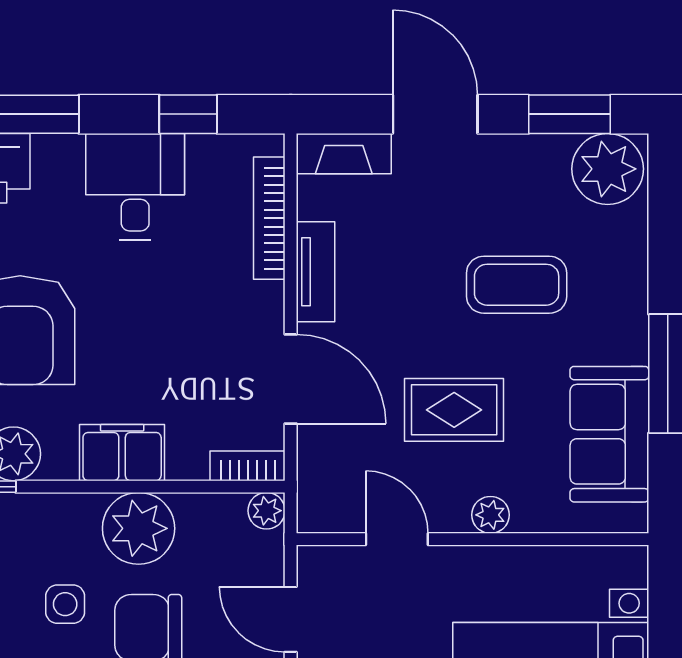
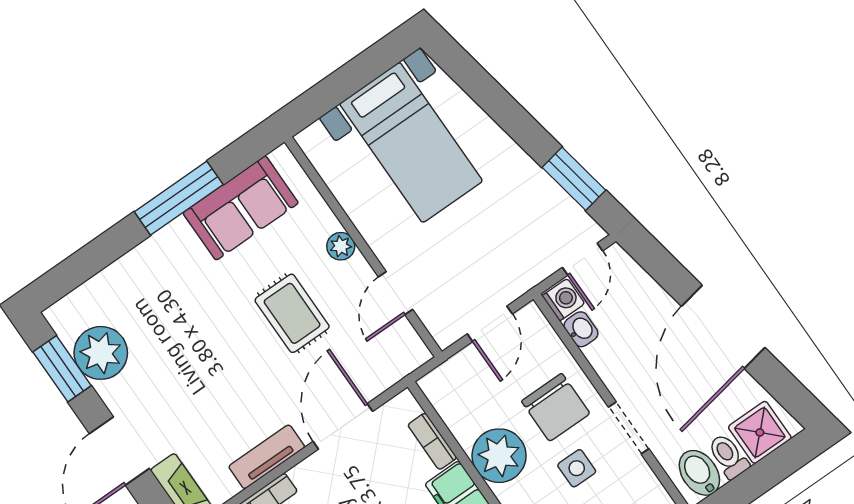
plant: (608, 169) -> (101, 353), moved
coffee table: (517, 285) -> (189, 328), removed
bookcase: (248, 466) -> (432, 441), moved
plant: (267, 511) -> (434, 385), removed

